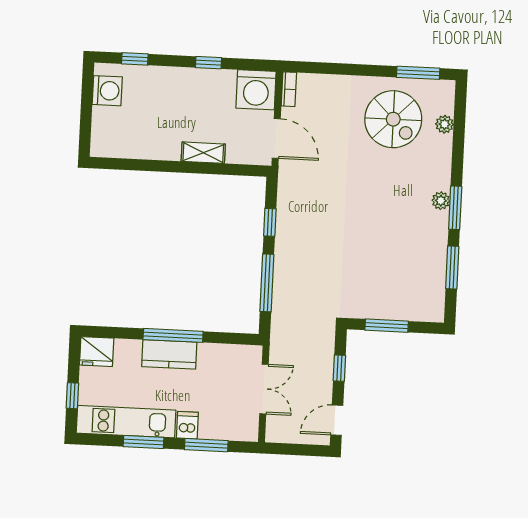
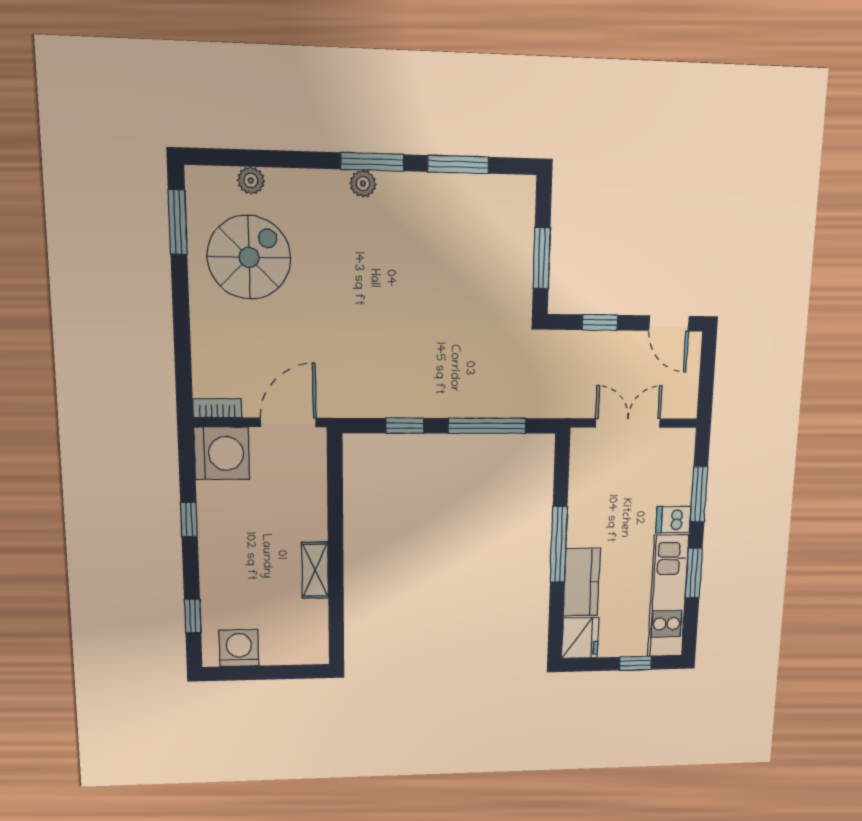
shelving: (203, 153) -> (315, 570), moved
kitchen counter: (169, 354) -> (582, 582), moved

